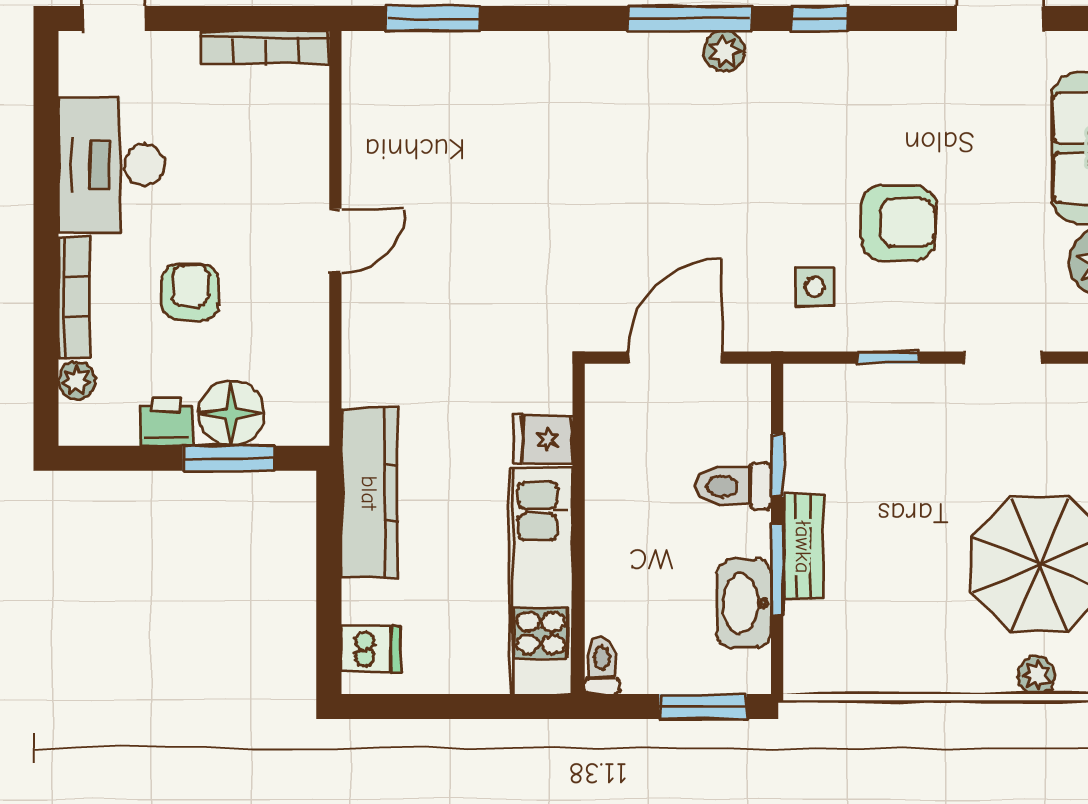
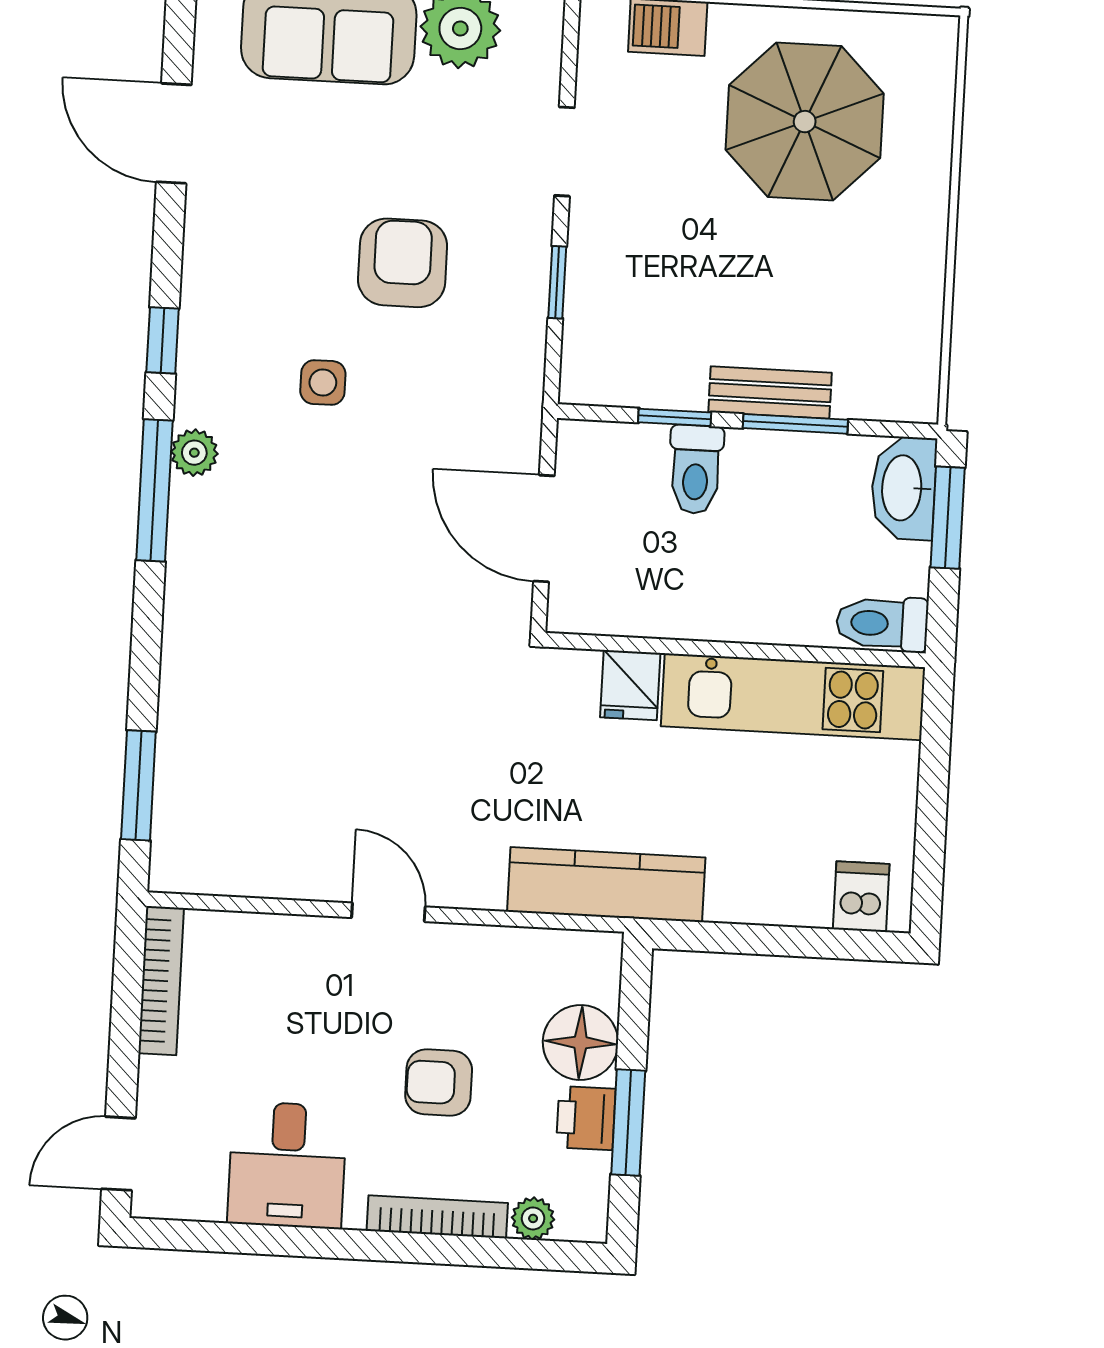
desk: (112, 165) -> (287, 1165), width x0.73
side table: (815, 287) -> (323, 383), moved
window: (228, 458) -> (628, 1123), moved
kitchen counter: (369, 493) -> (606, 885), moved
washbasin: (744, 603) -> (904, 488), moved, turned 90
toilet: (602, 666) -> (882, 624), width x1.37, depth x1.39
plant: (1036, 675) -> (933, 132), removed

